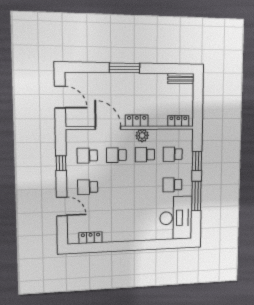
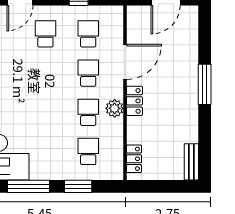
school desk: (172, 185) -> (45, 151), removed

